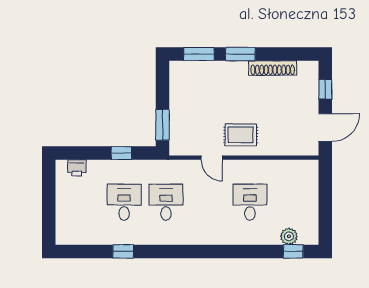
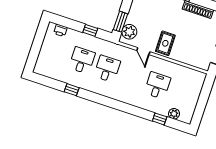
rug: (241, 135) -> (165, 43), turned 90
plant: (181, 136) -> (129, 32), added
window: (293, 251) -> (160, 119), moved

